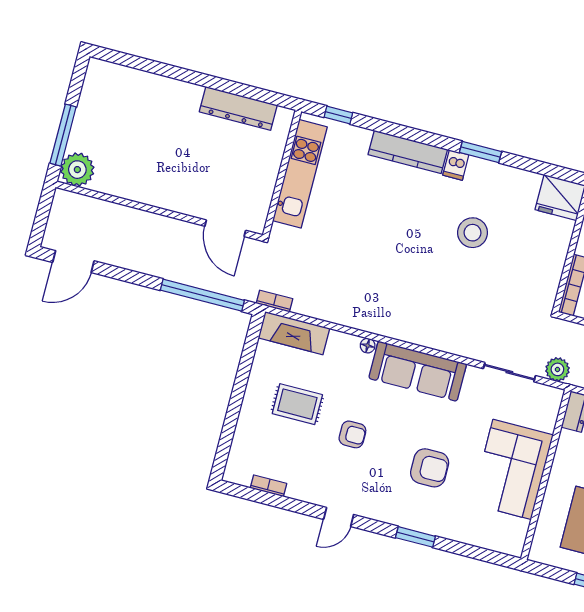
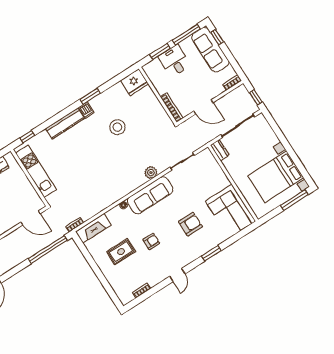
plant: (557, 369) -> (151, 173), moved
corner sofa: (512, 469) -> (230, 211), moved

